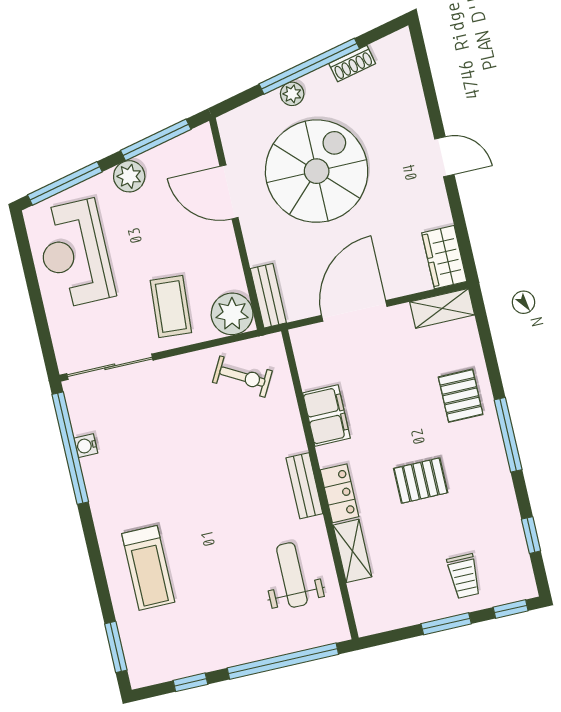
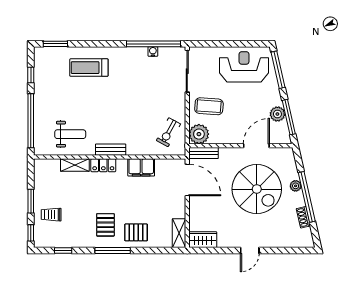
plant: (129, 176) -> (277, 114), moved
door: (354, 311) -> (187, 180), moved
pallet: (421, 481) -> (105, 225), moved

